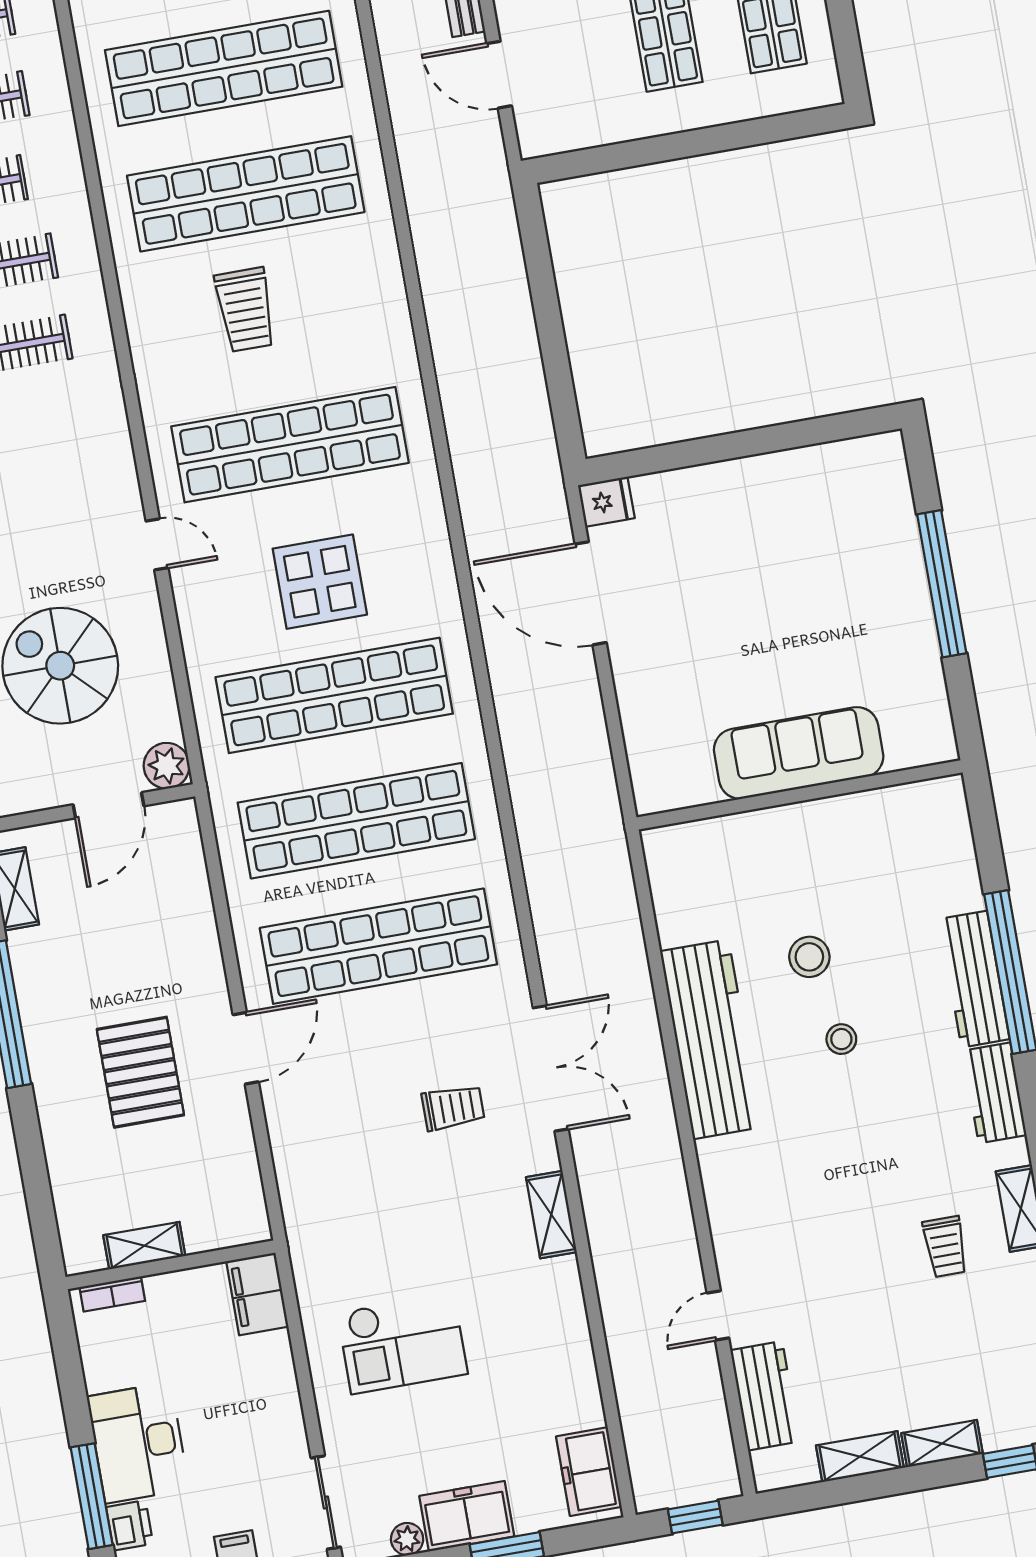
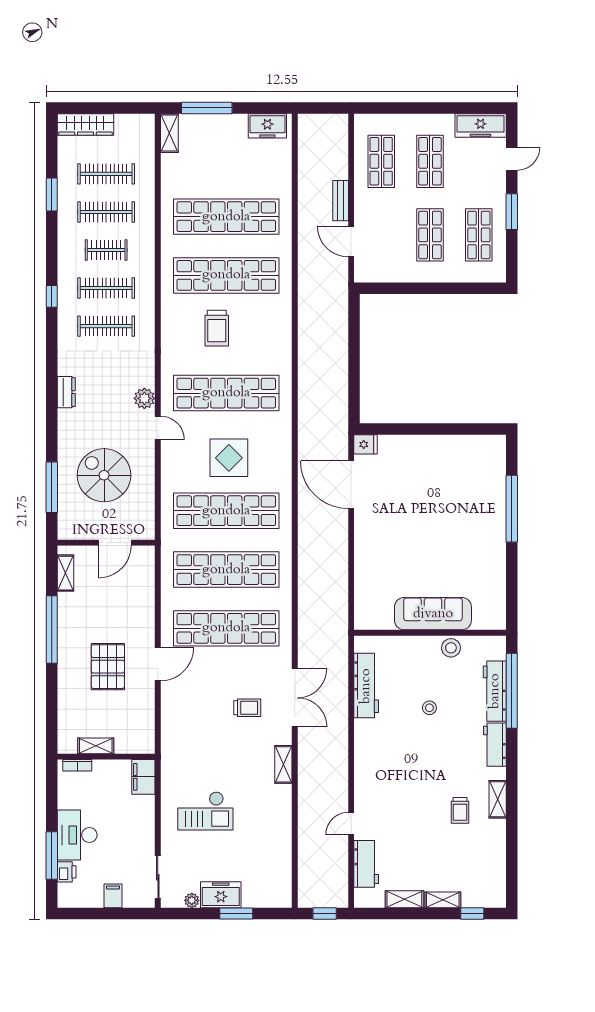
sofa: (799, 753) -> (433, 614), moved
plant: (167, 766) -> (144, 398), moved
wall: (800, 795) -> (430, 633), moved
stool: (809, 957) -> (451, 648), moved
workbench: (711, 1039) -> (366, 686), width x0.73, depth x0.76
freezer: (589, 1472) -> (280, 884), removed

